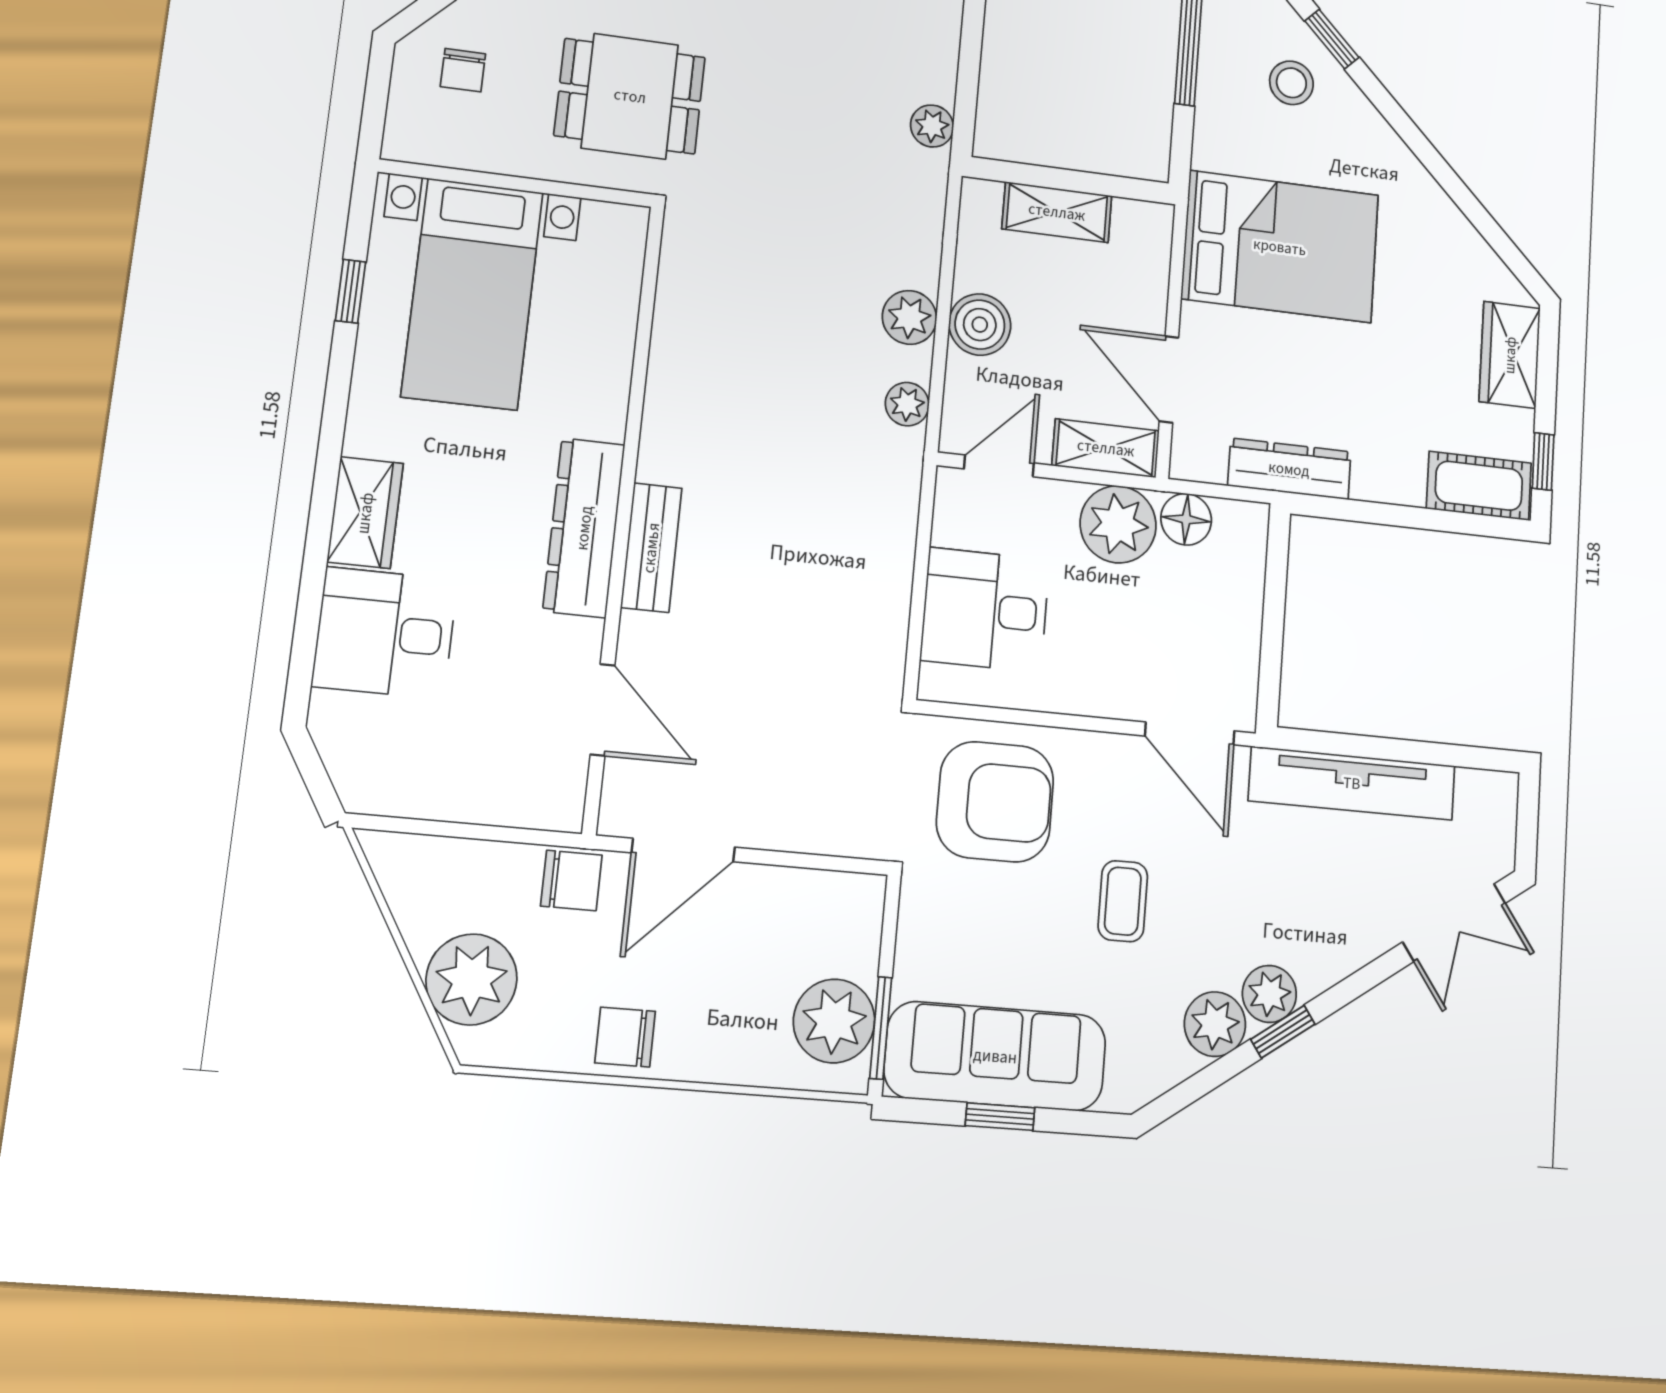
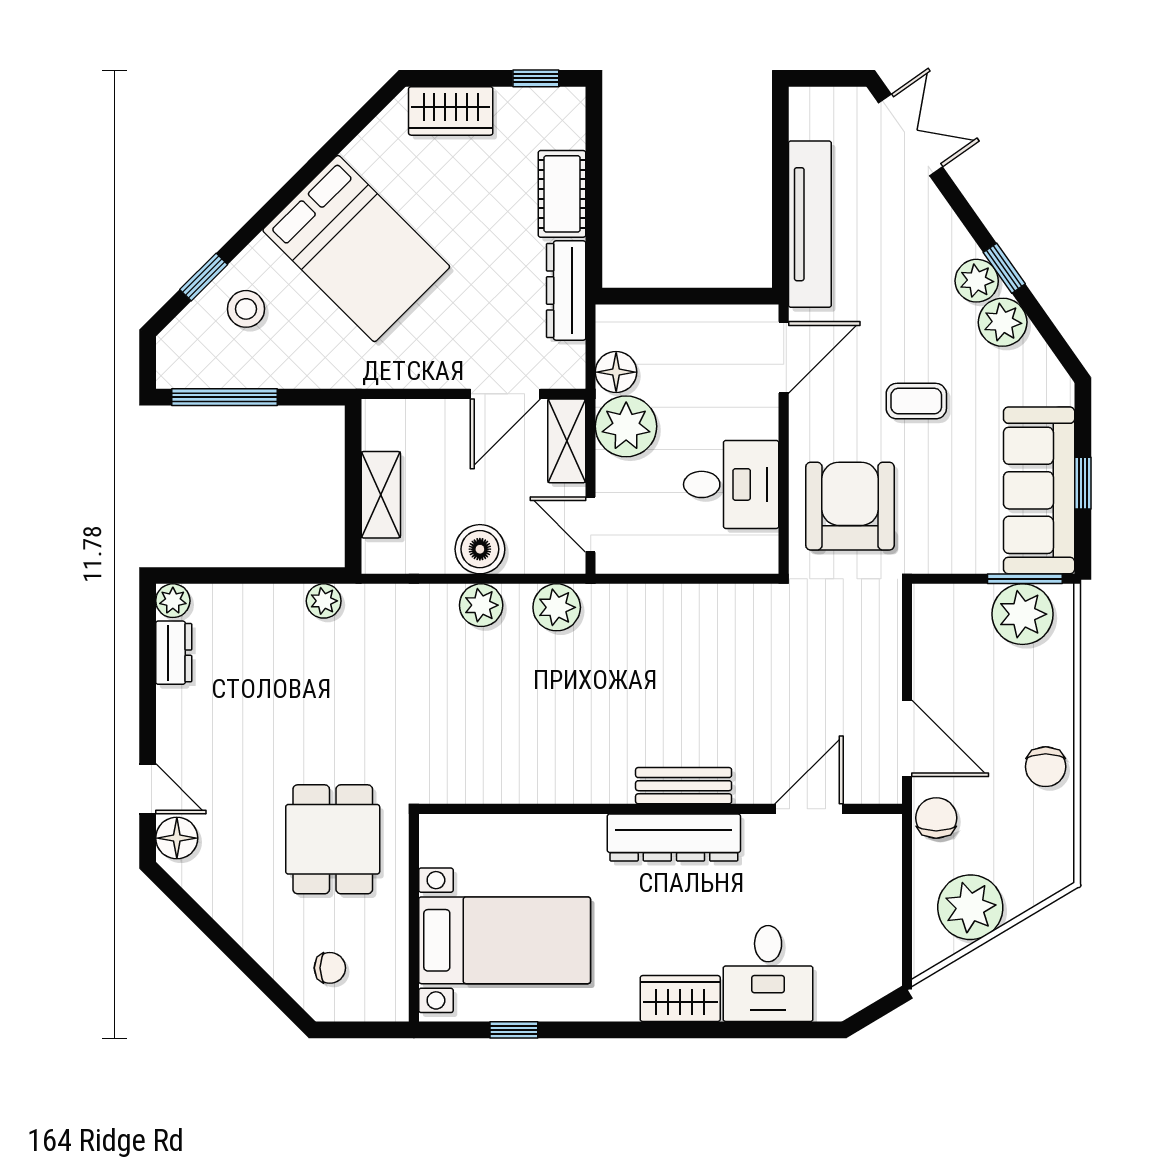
bed: (1280, 247) -> (356, 248), moved, turned 135
plant: (907, 404) -> (557, 607), width x1.38, depth x1.38
cot: (1479, 486) -> (562, 194), moved
desk: (985, 610) -> (731, 484), moved, turned -90
plant: (471, 979) -> (970, 907), moved

